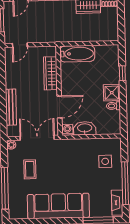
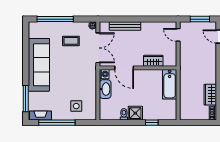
wardrobe: (50, 73) -> (153, 61), width x0.67

